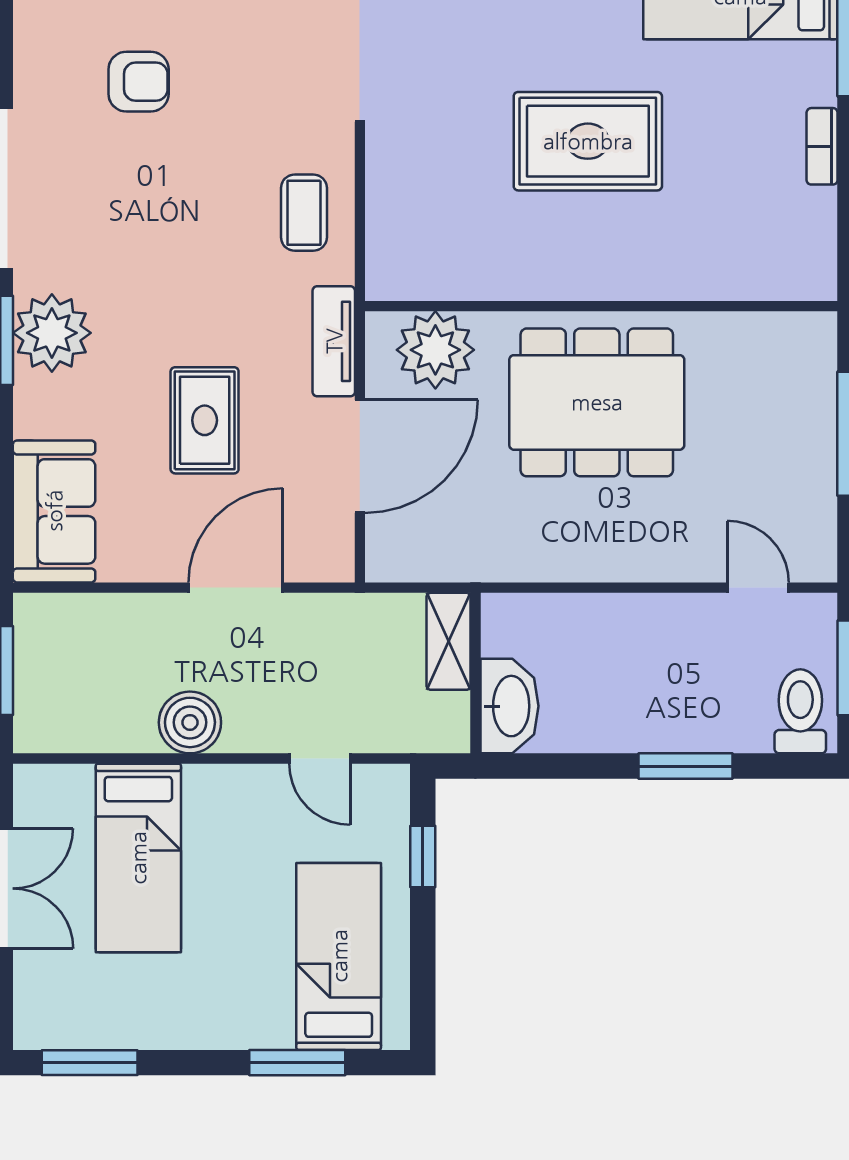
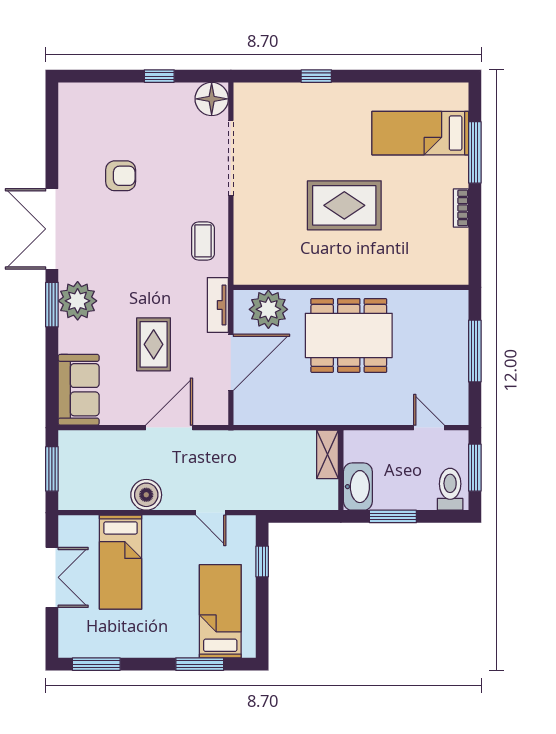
shelving: (449, 641) -> (328, 454), moved
wall: (475, 673) -> (341, 470), moved
washbasin: (510, 706) -> (358, 487), moved

